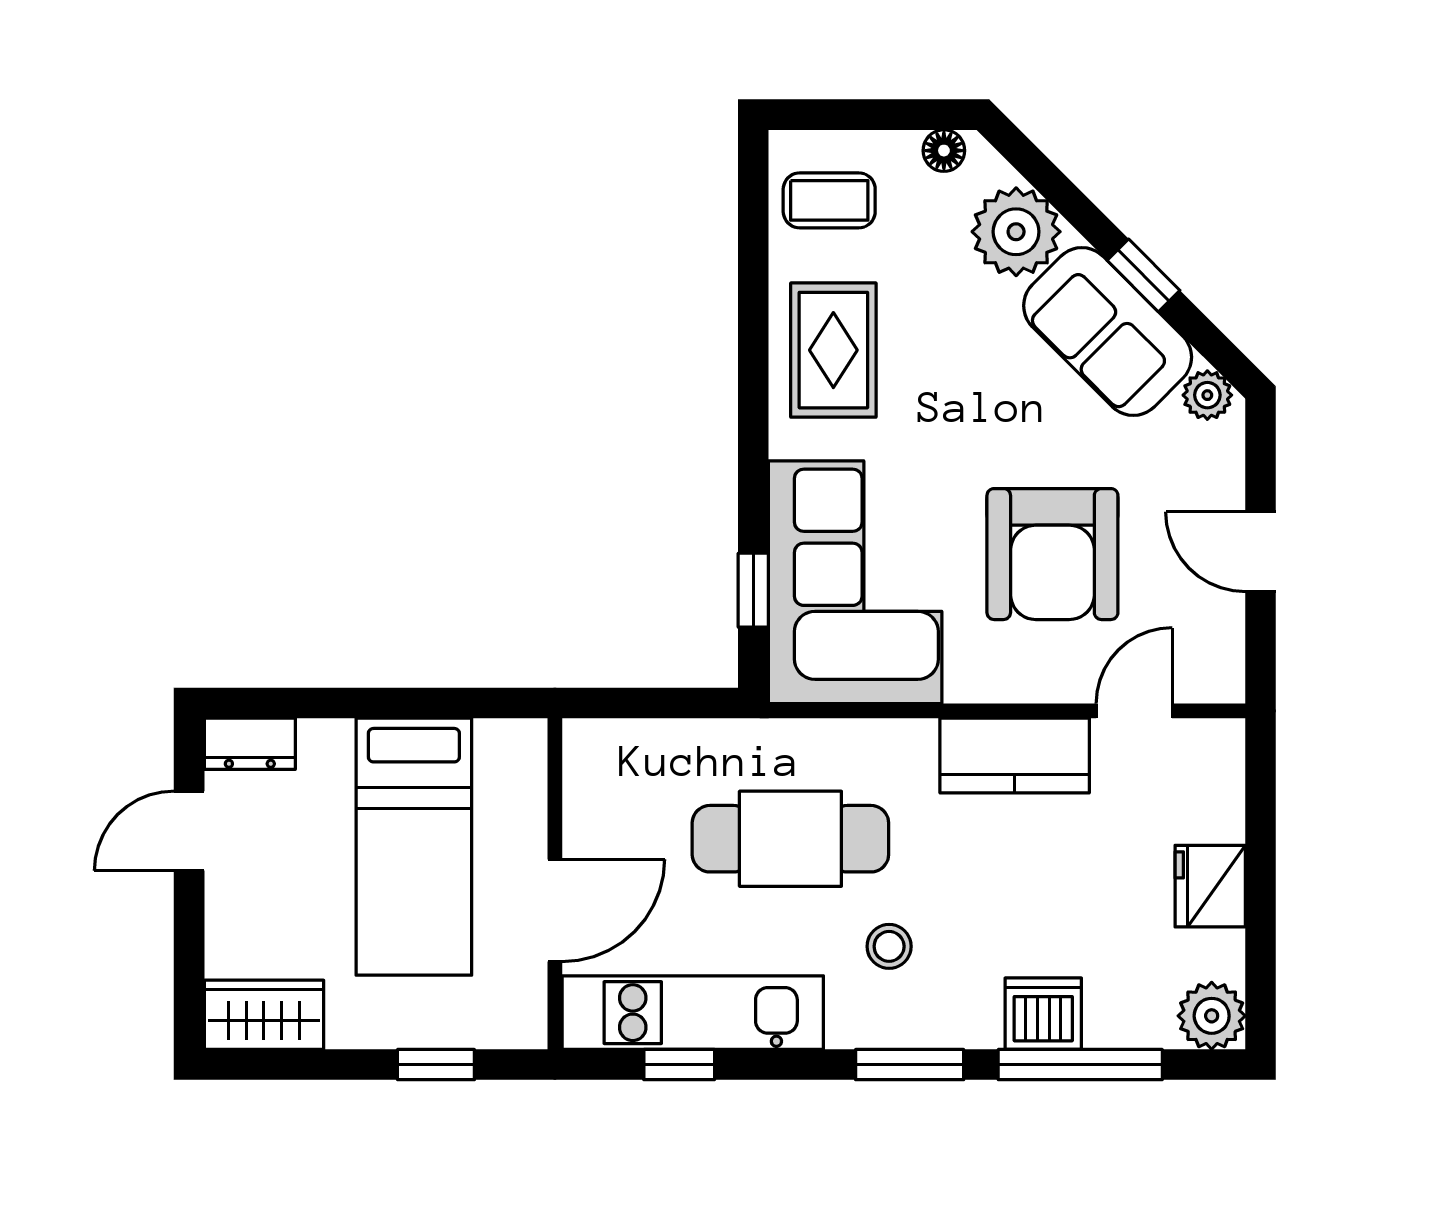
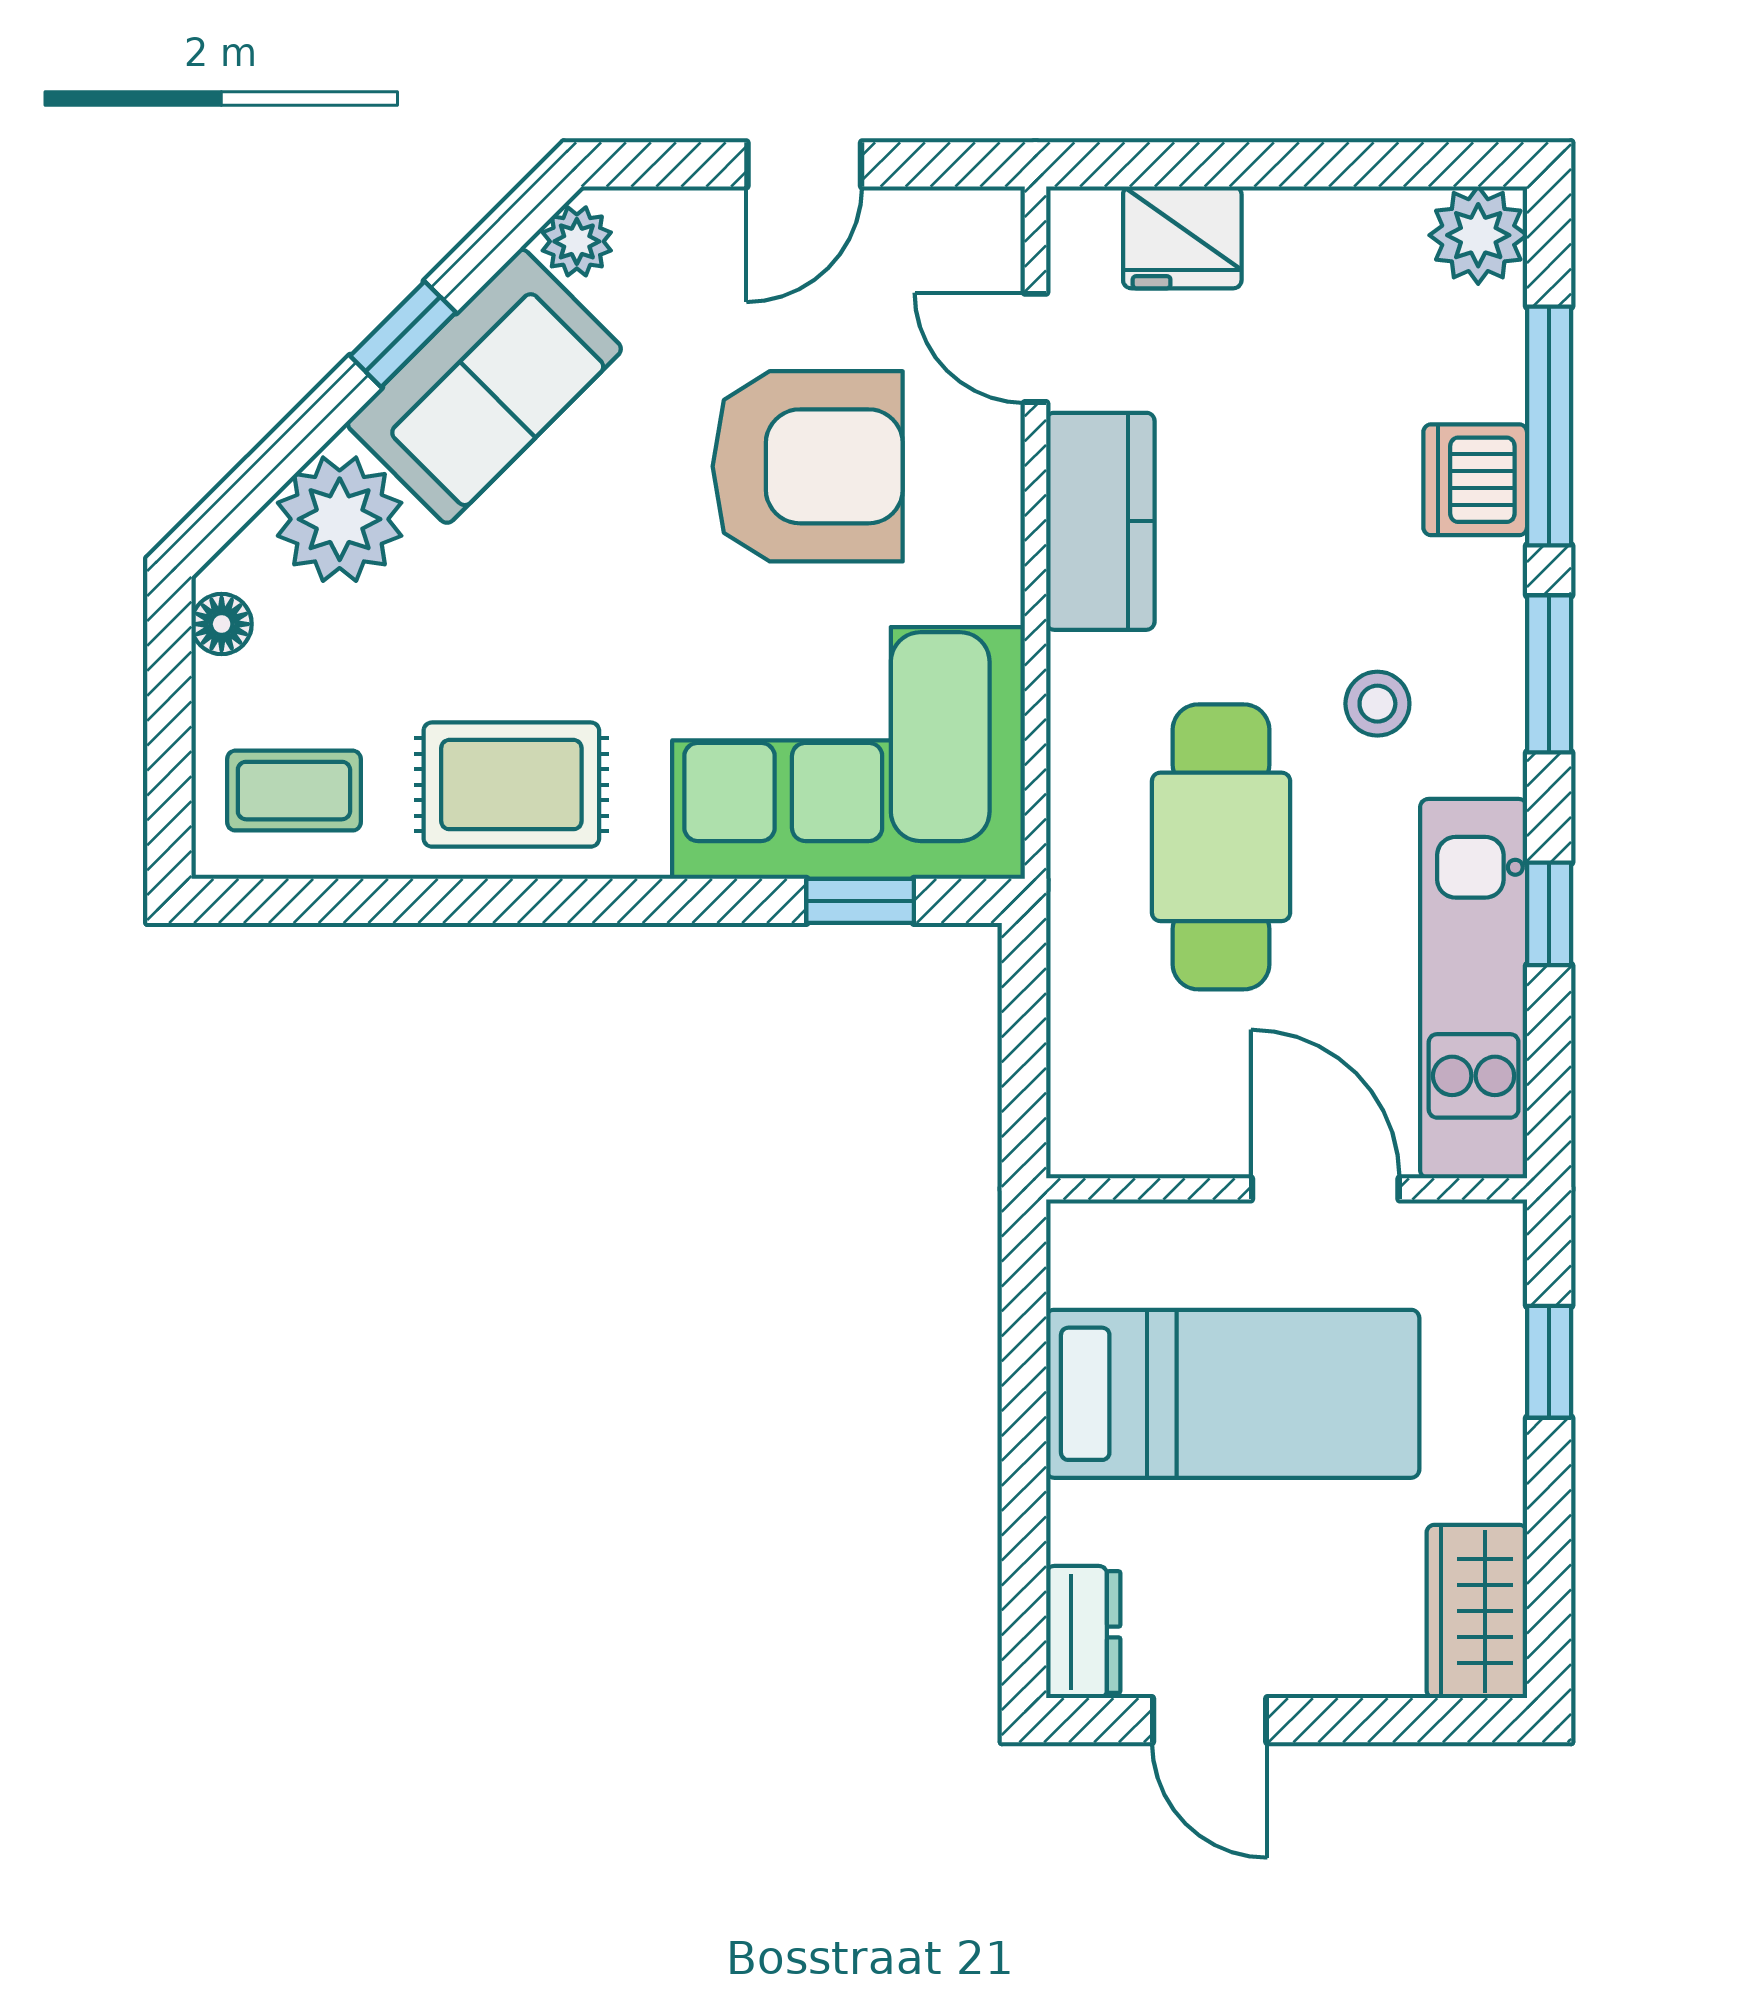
coffee table: (829, 200) -> (294, 791), turned 90
fridge: (1210, 886) -> (1182, 237), moved
window: (679, 1065) -> (1549, 914), moved

